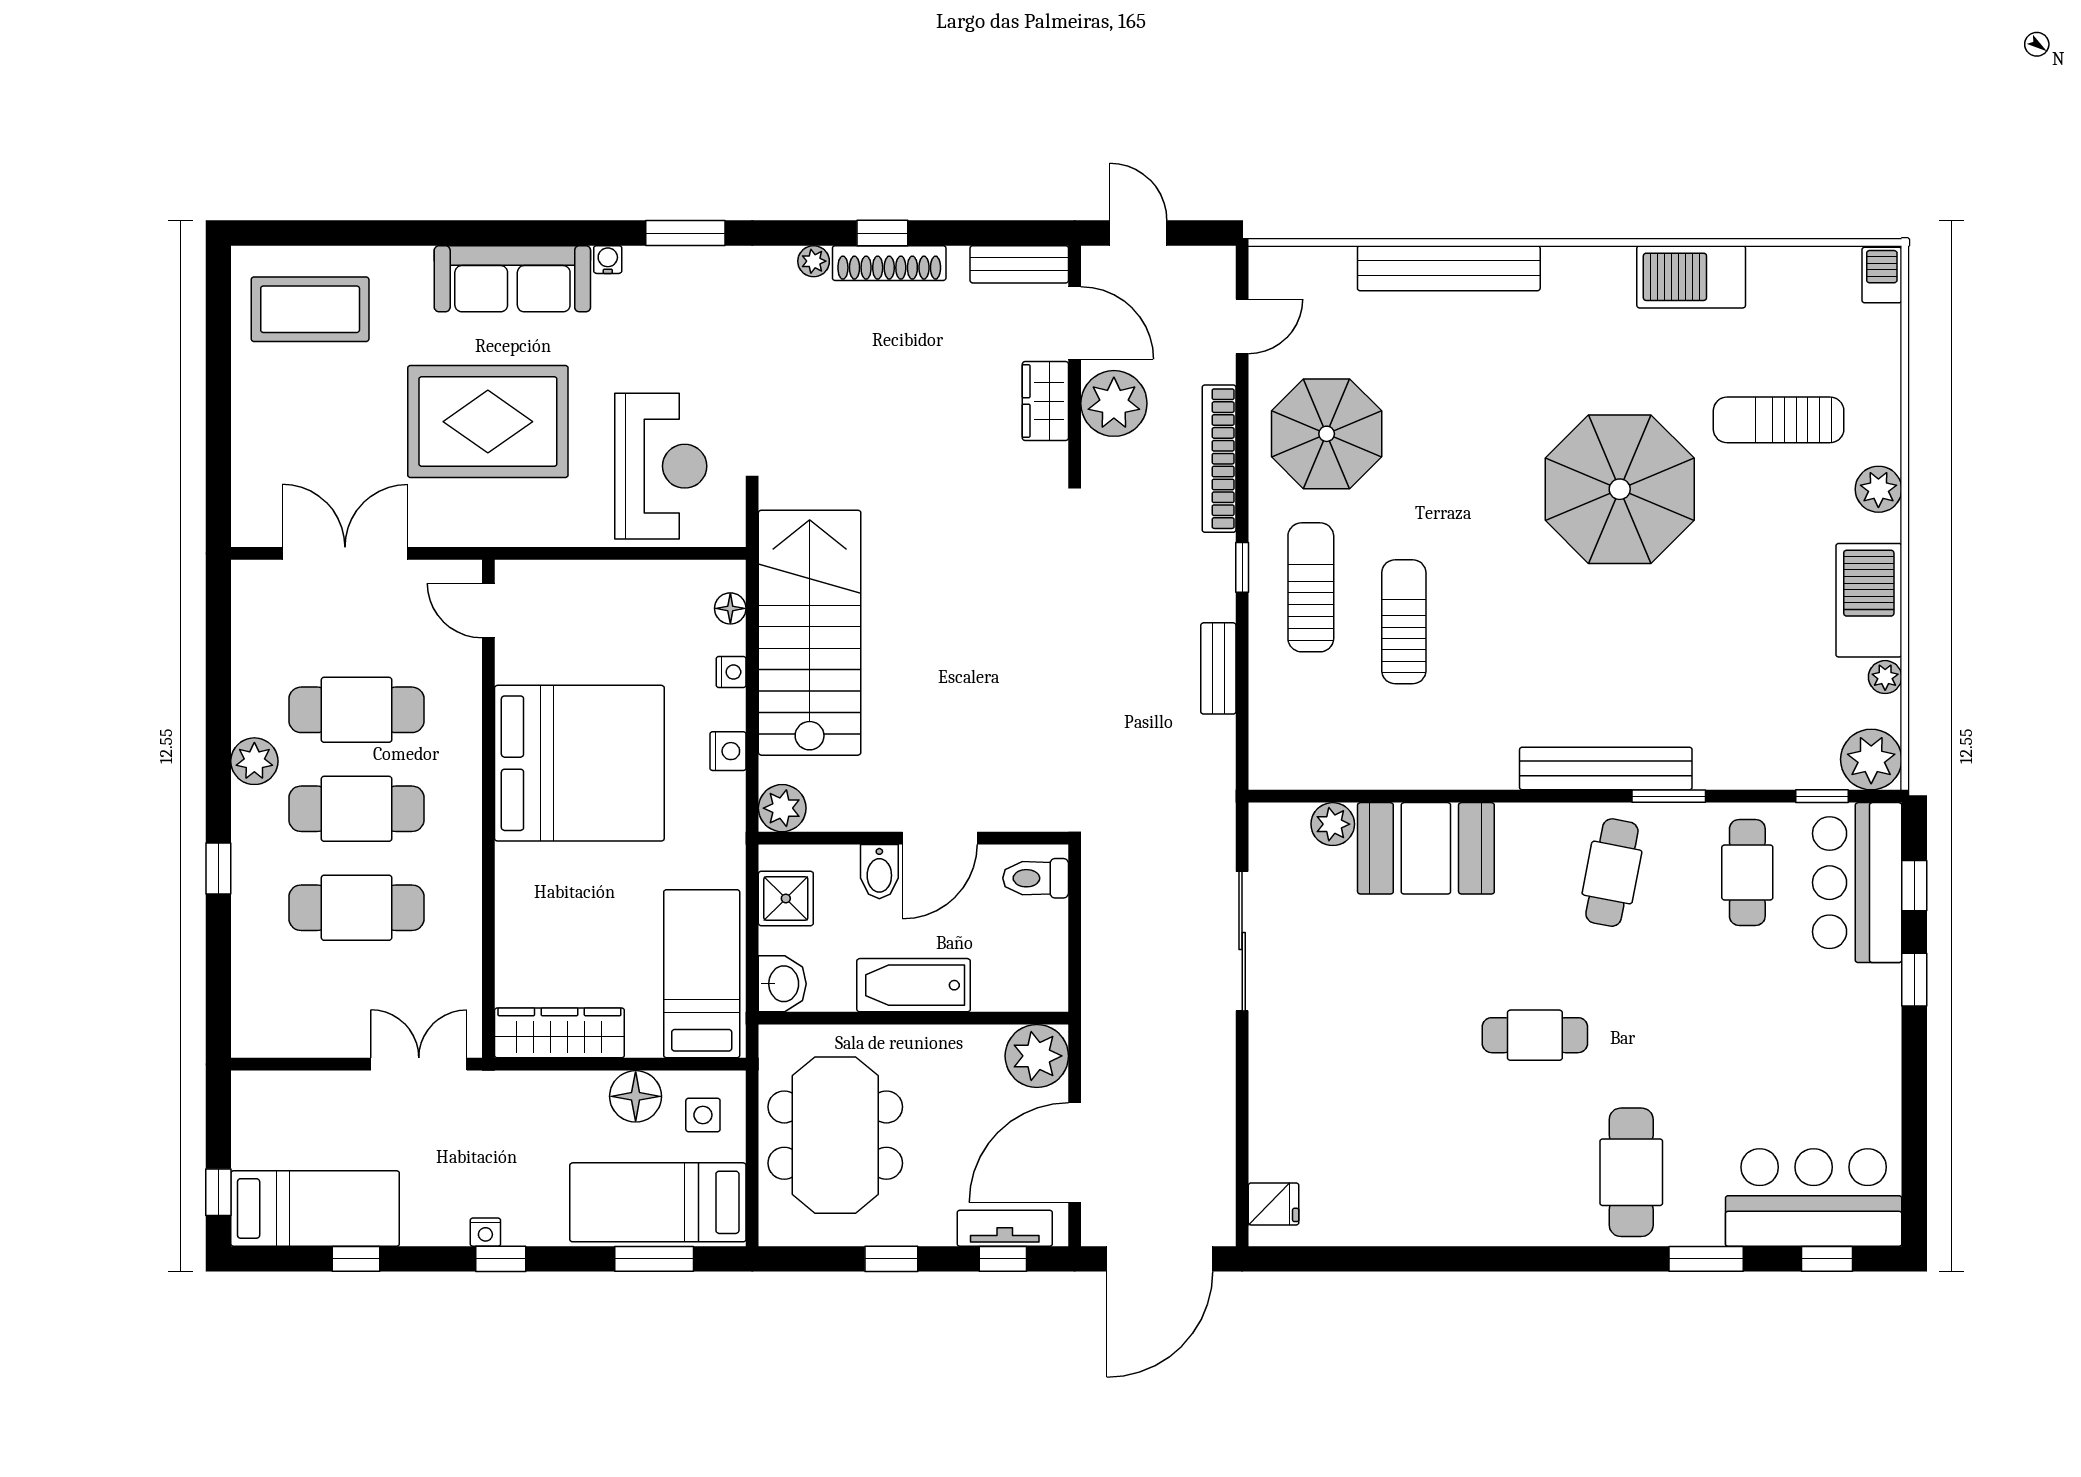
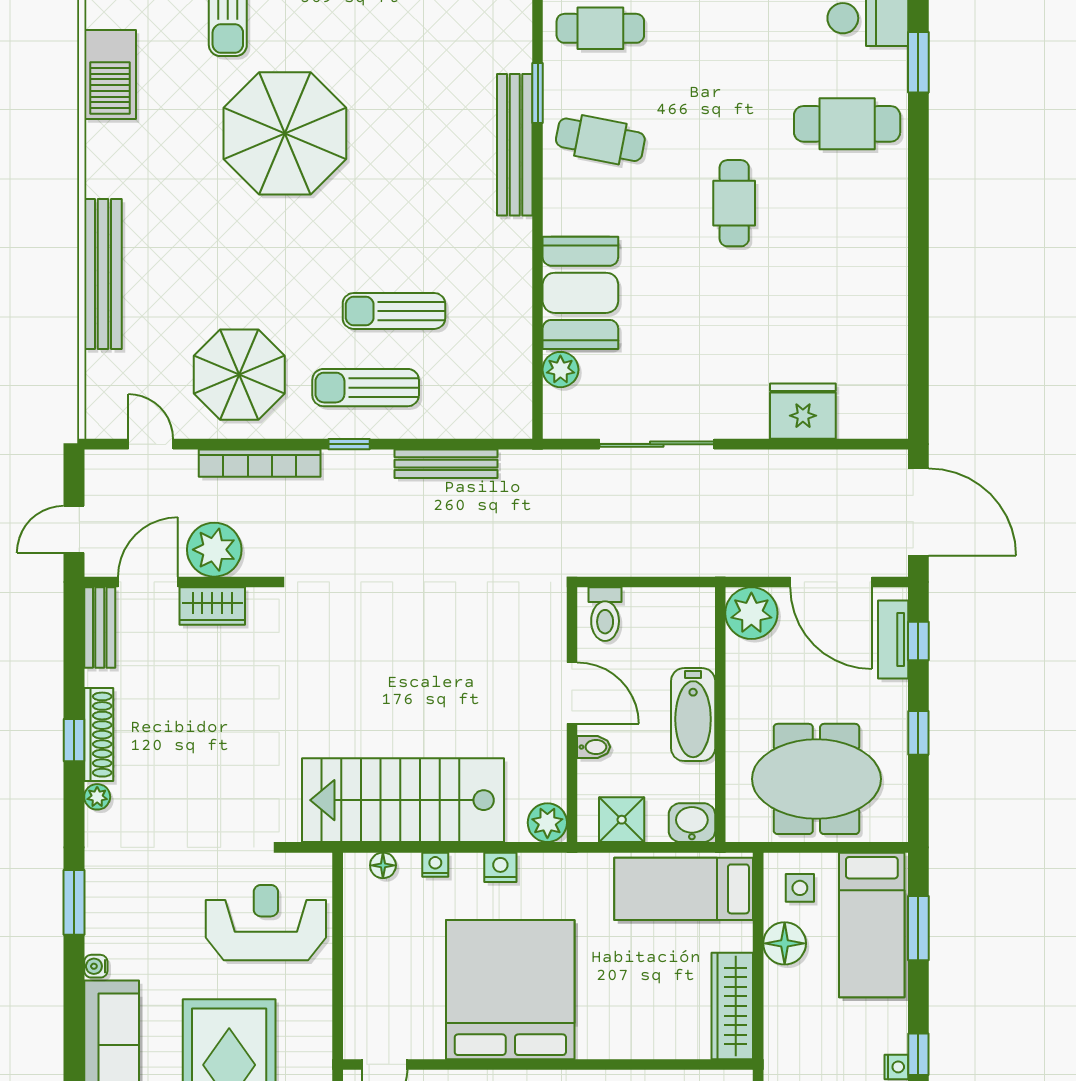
bench: (1218, 668) -> (446, 464), width x1.36
bidet: (879, 872) -> (594, 747), width x0.72, depth x0.74
fridge: (1274, 1204) -> (803, 411), moved, width x1.88, depth x1.34

